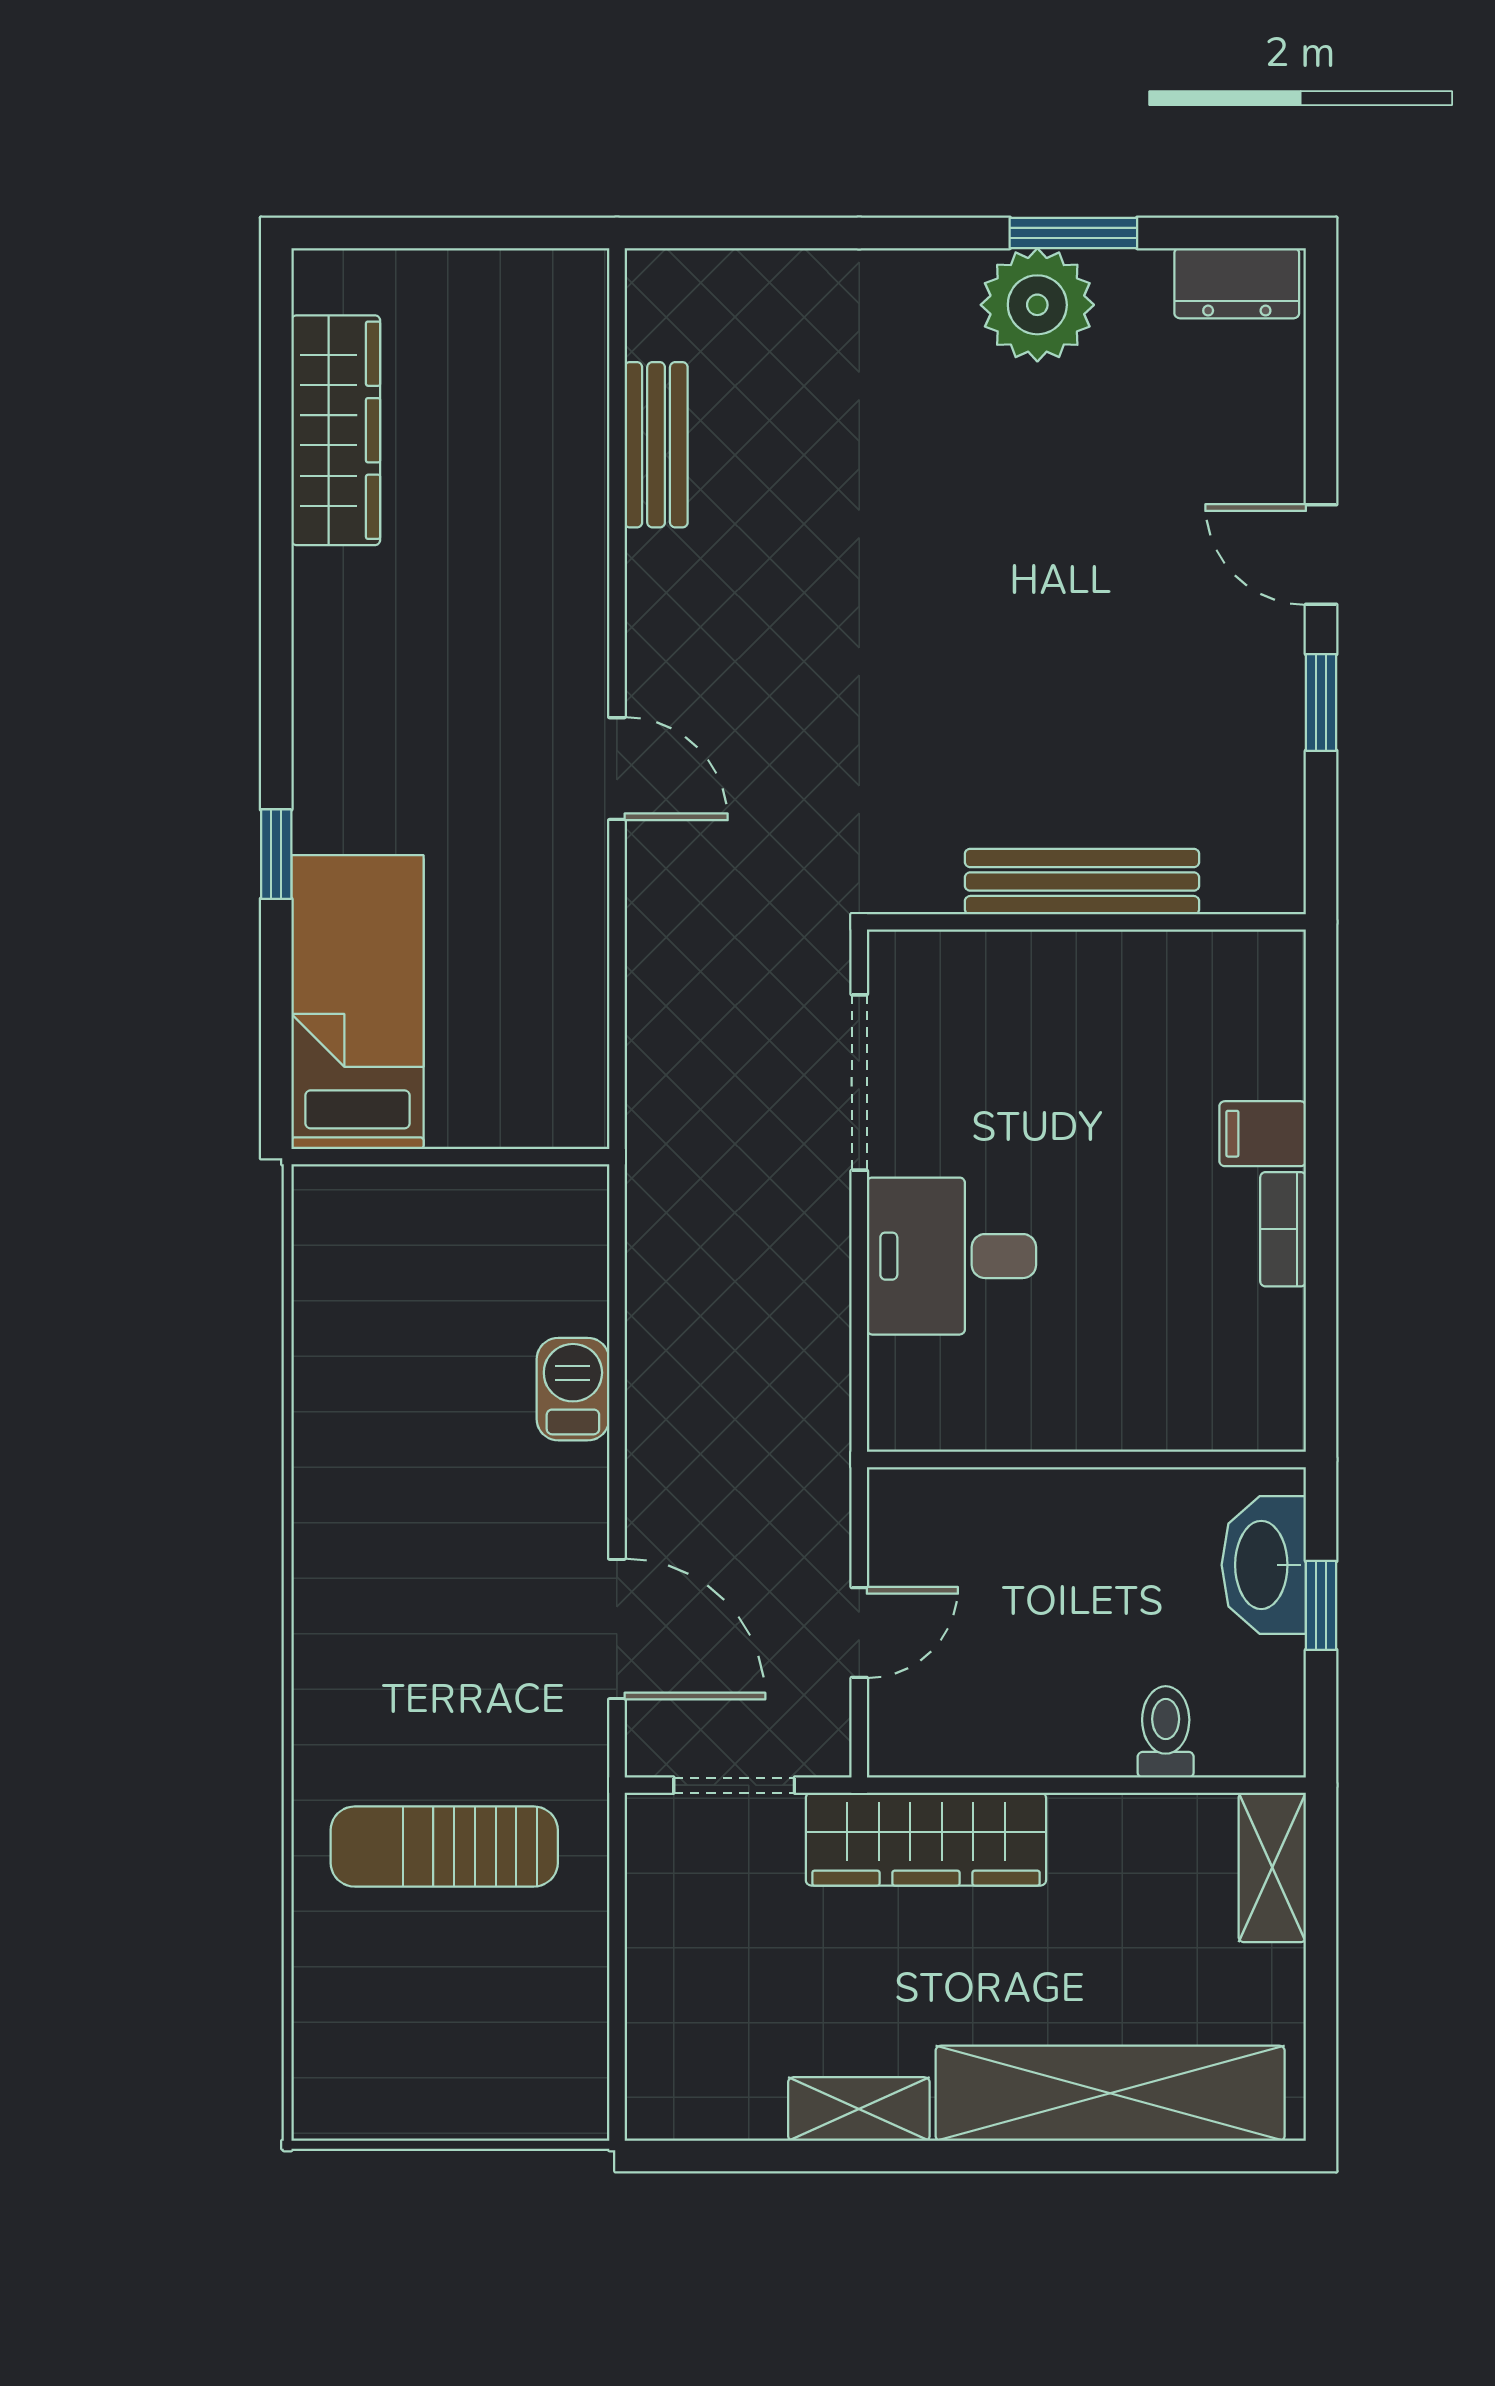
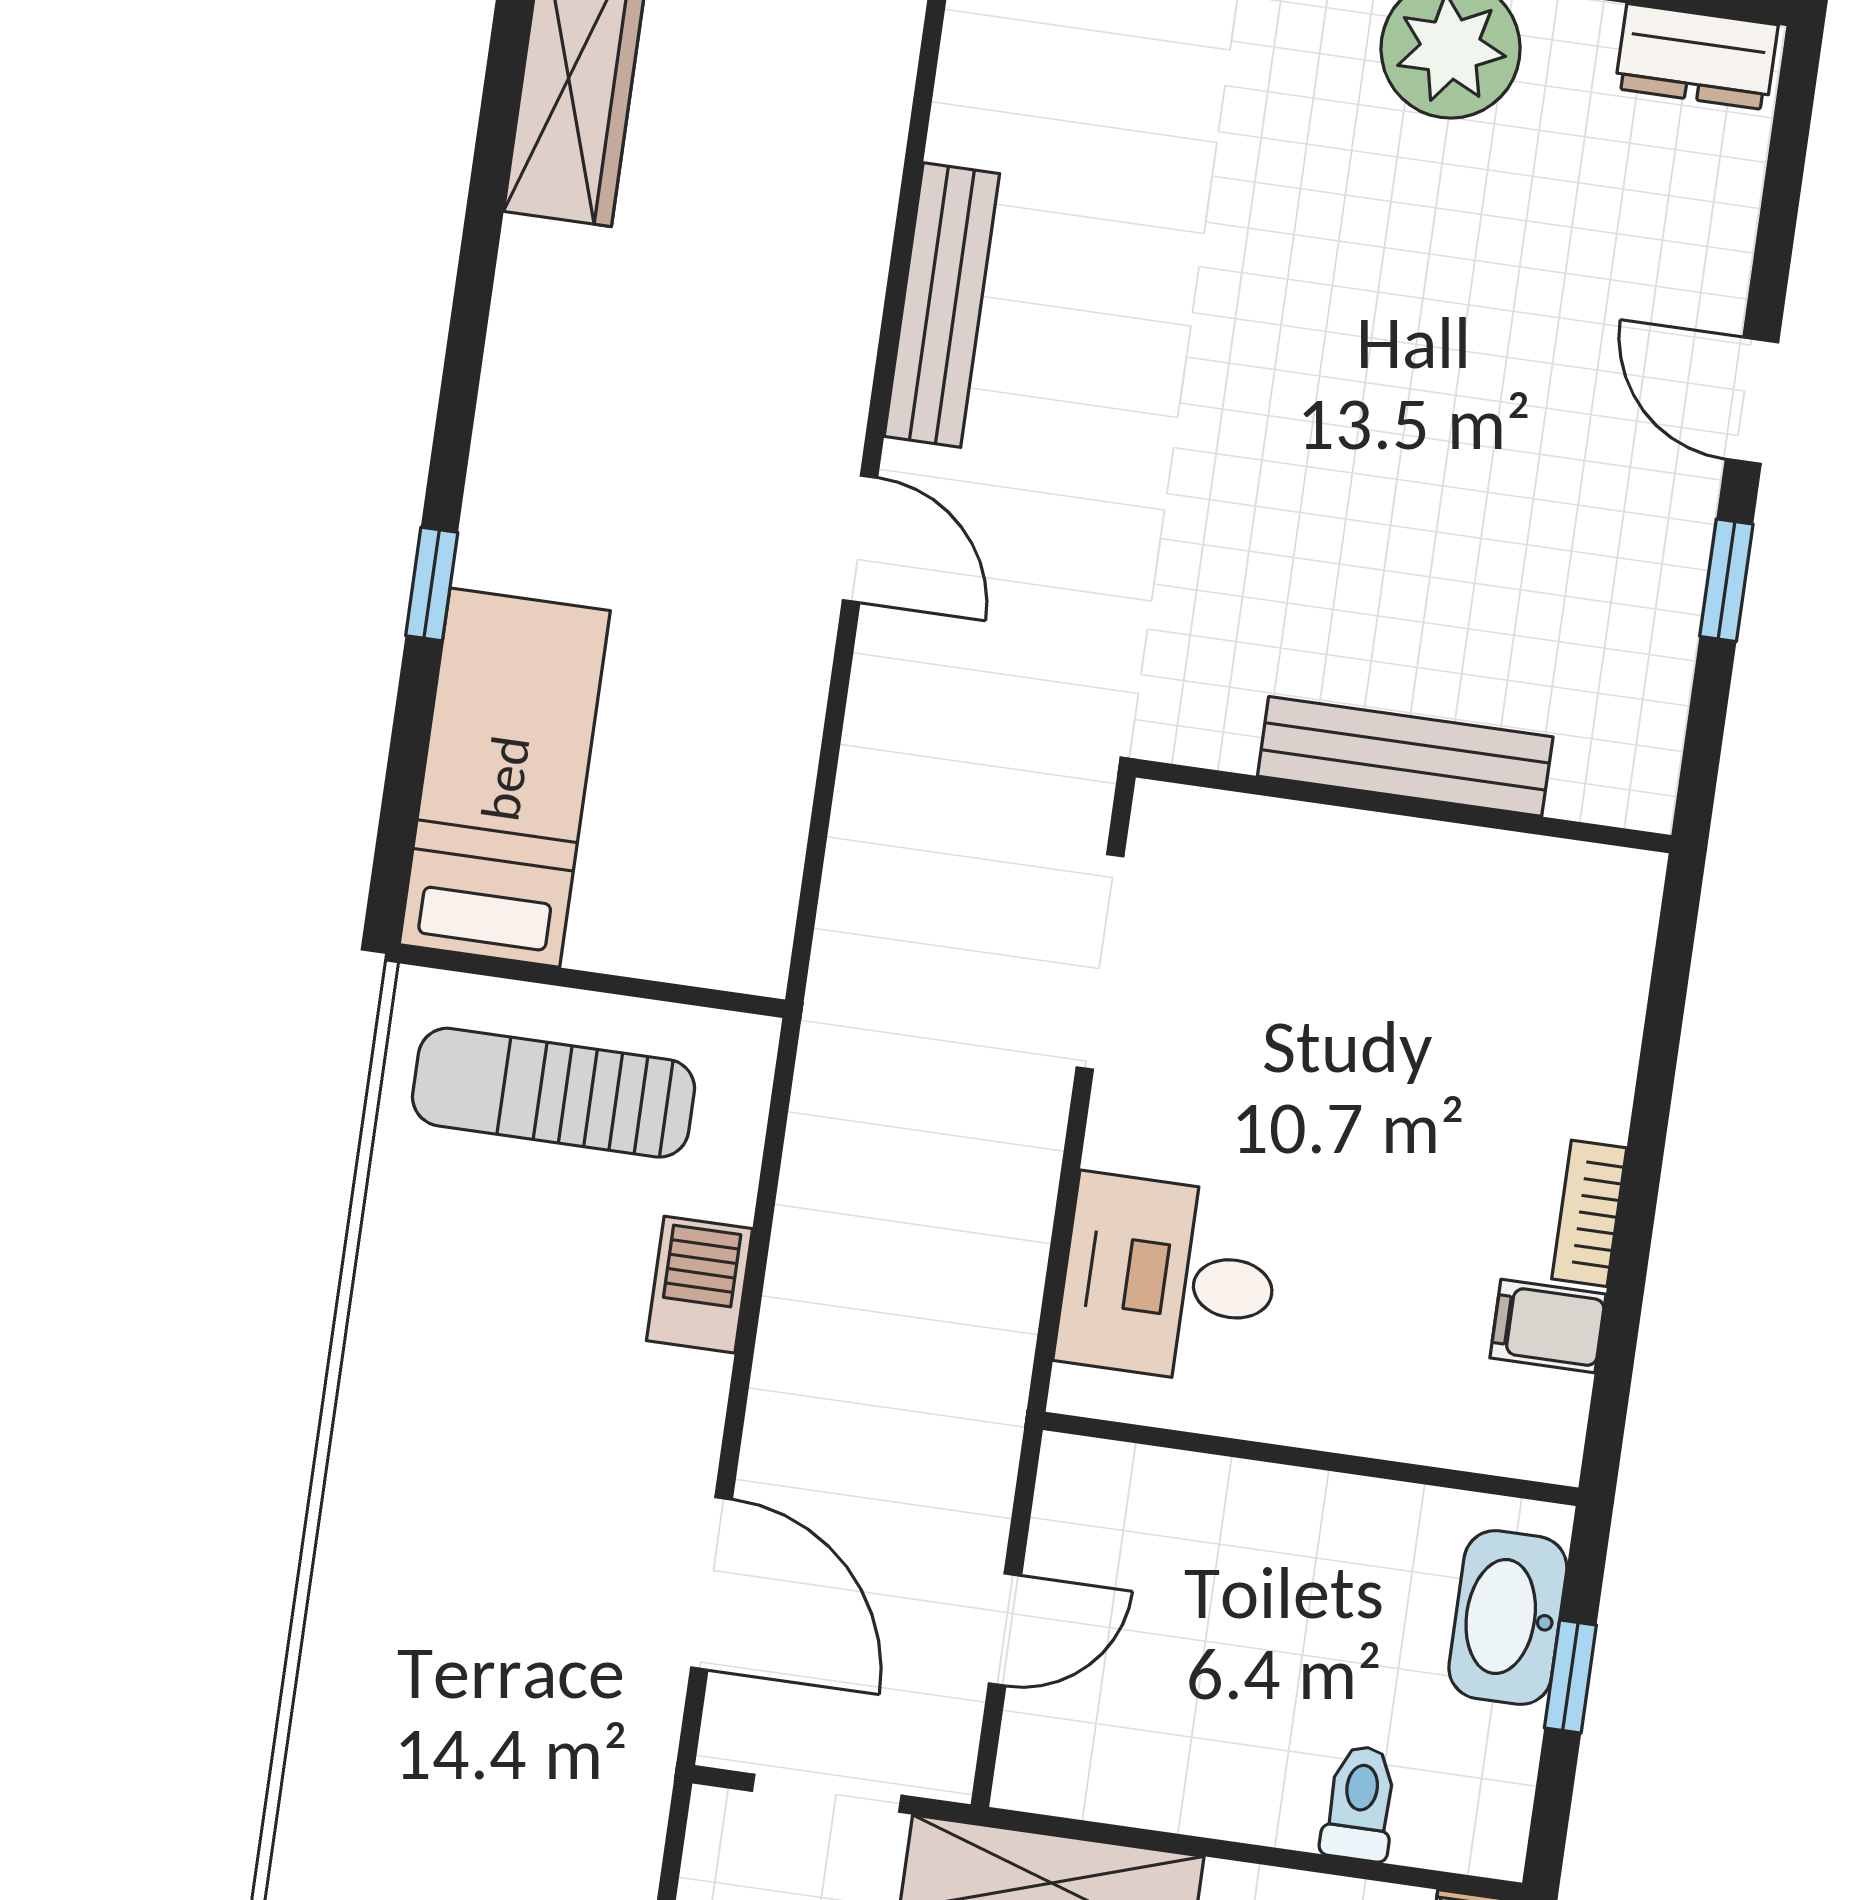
bench: (656, 445) -> (942, 305), moved, width x1.36
filing cabinet: (1263, 1134) -> (1548, 1326), moved
desk: (951, 1256) -> (1169, 1280), moved
sun lounger: (444, 1847) -> (554, 1093), moved

